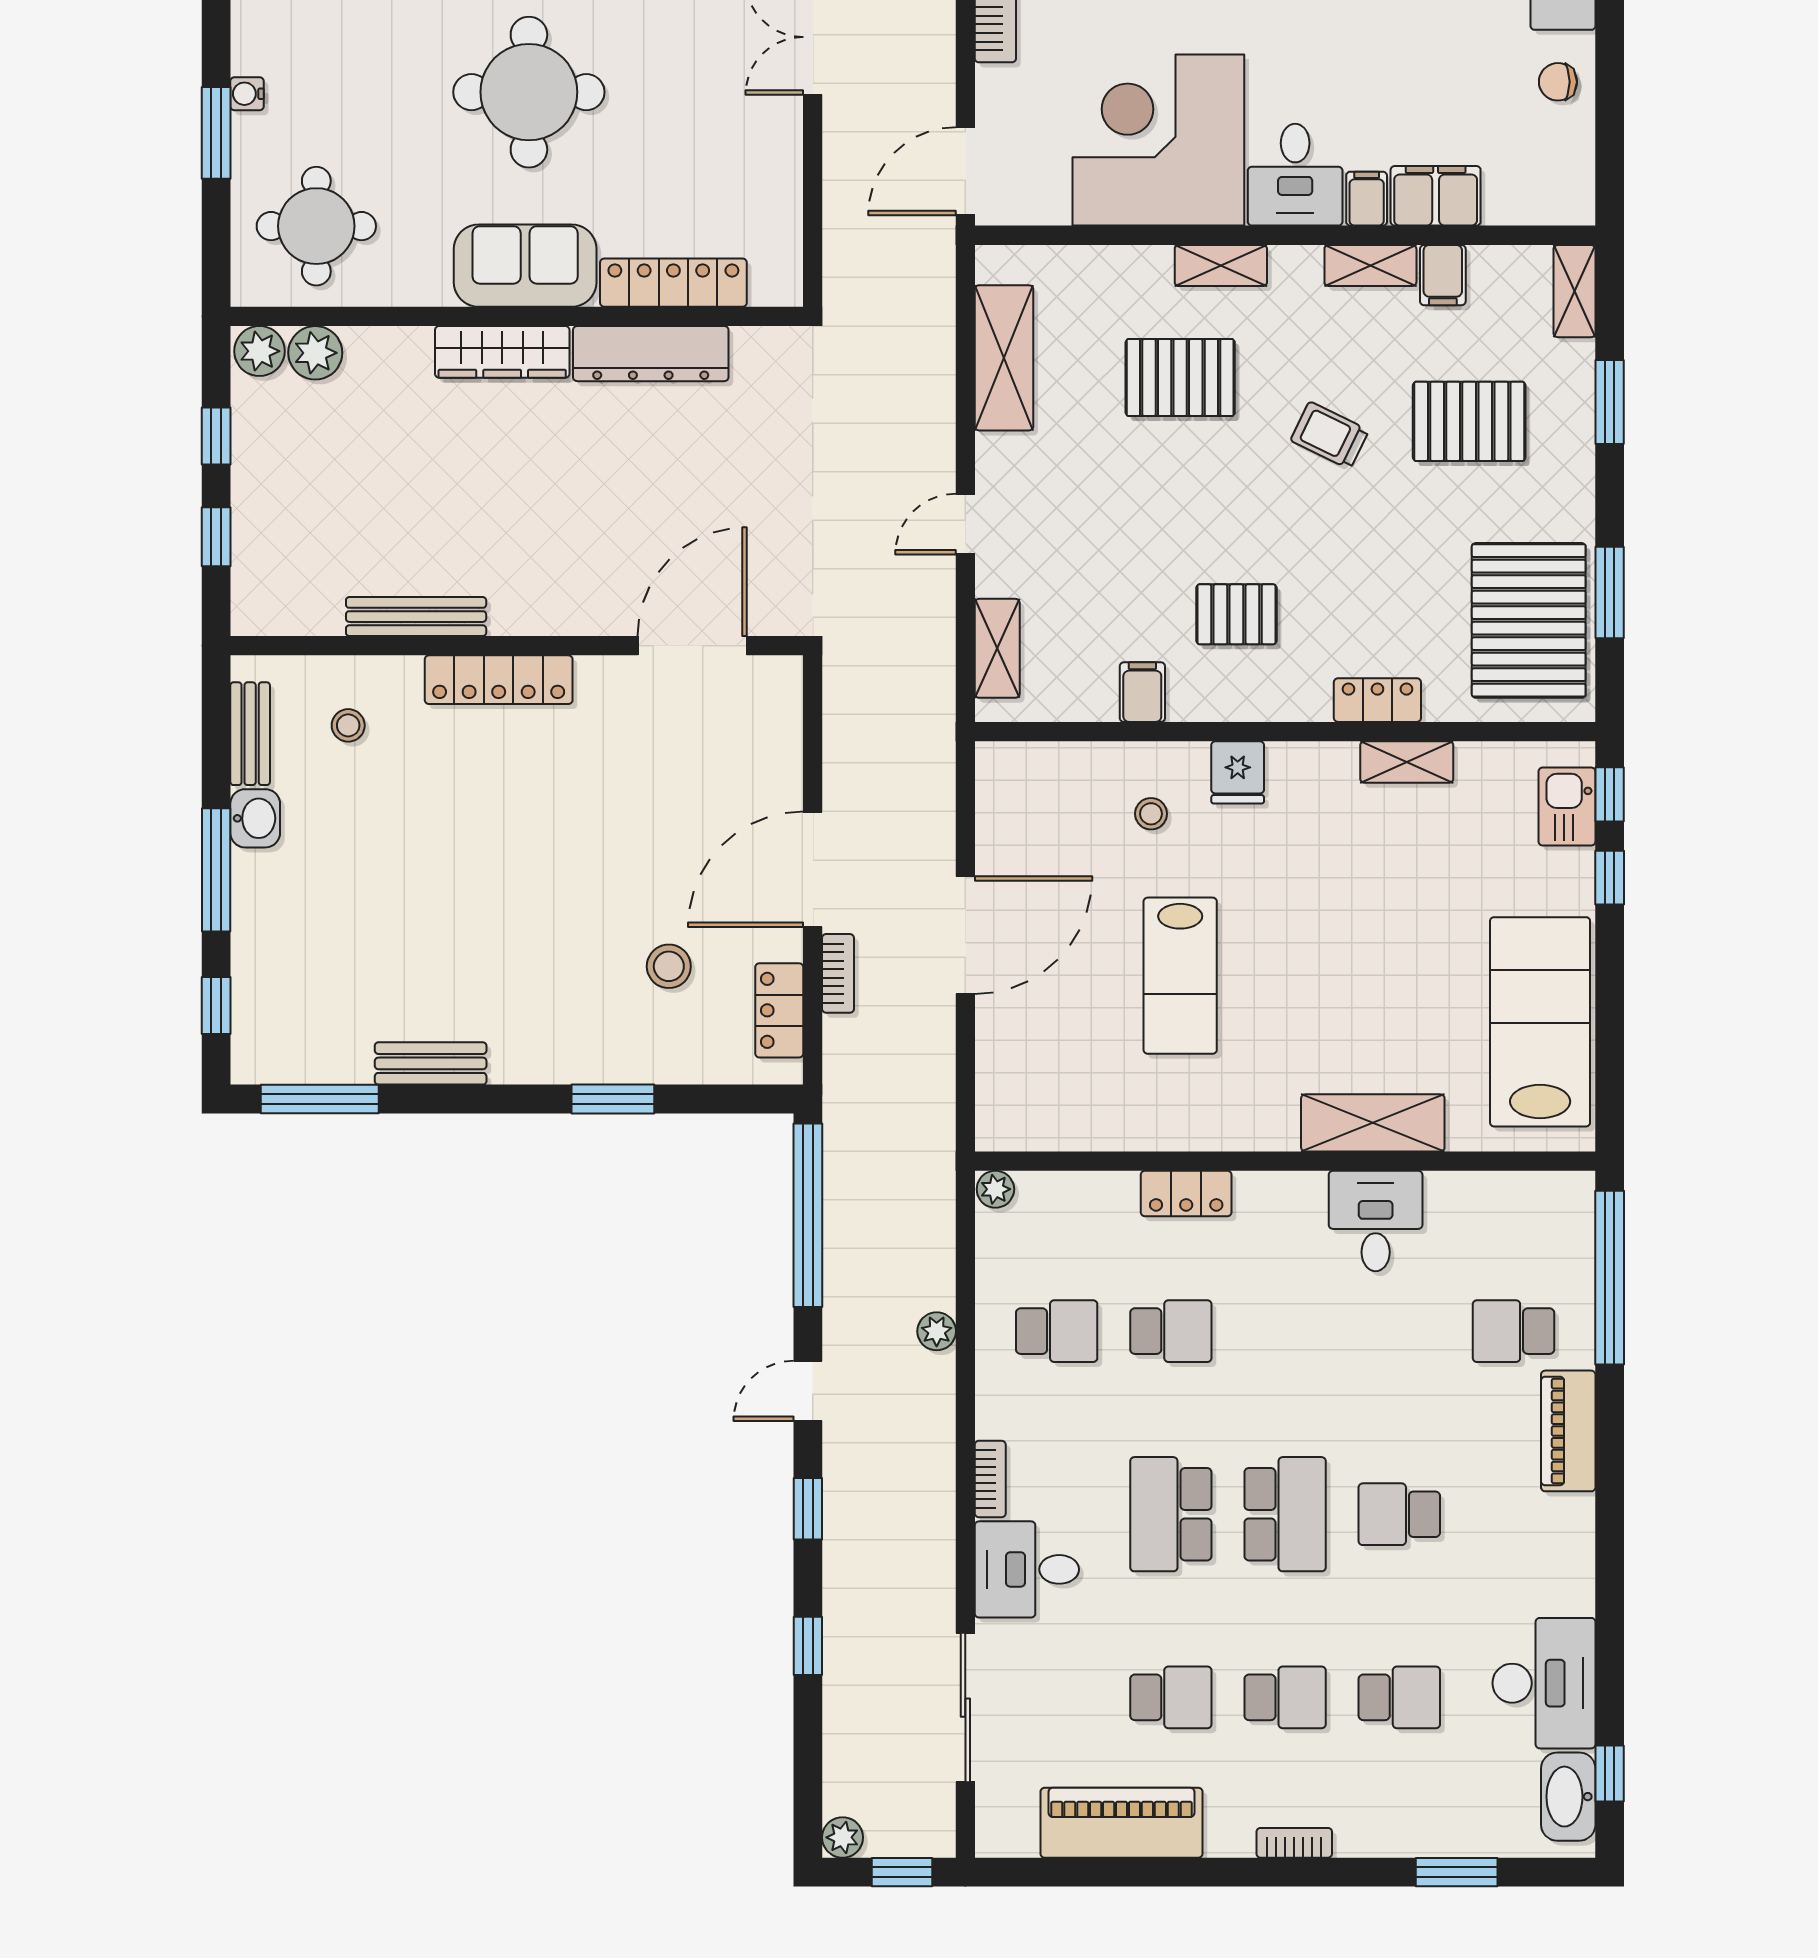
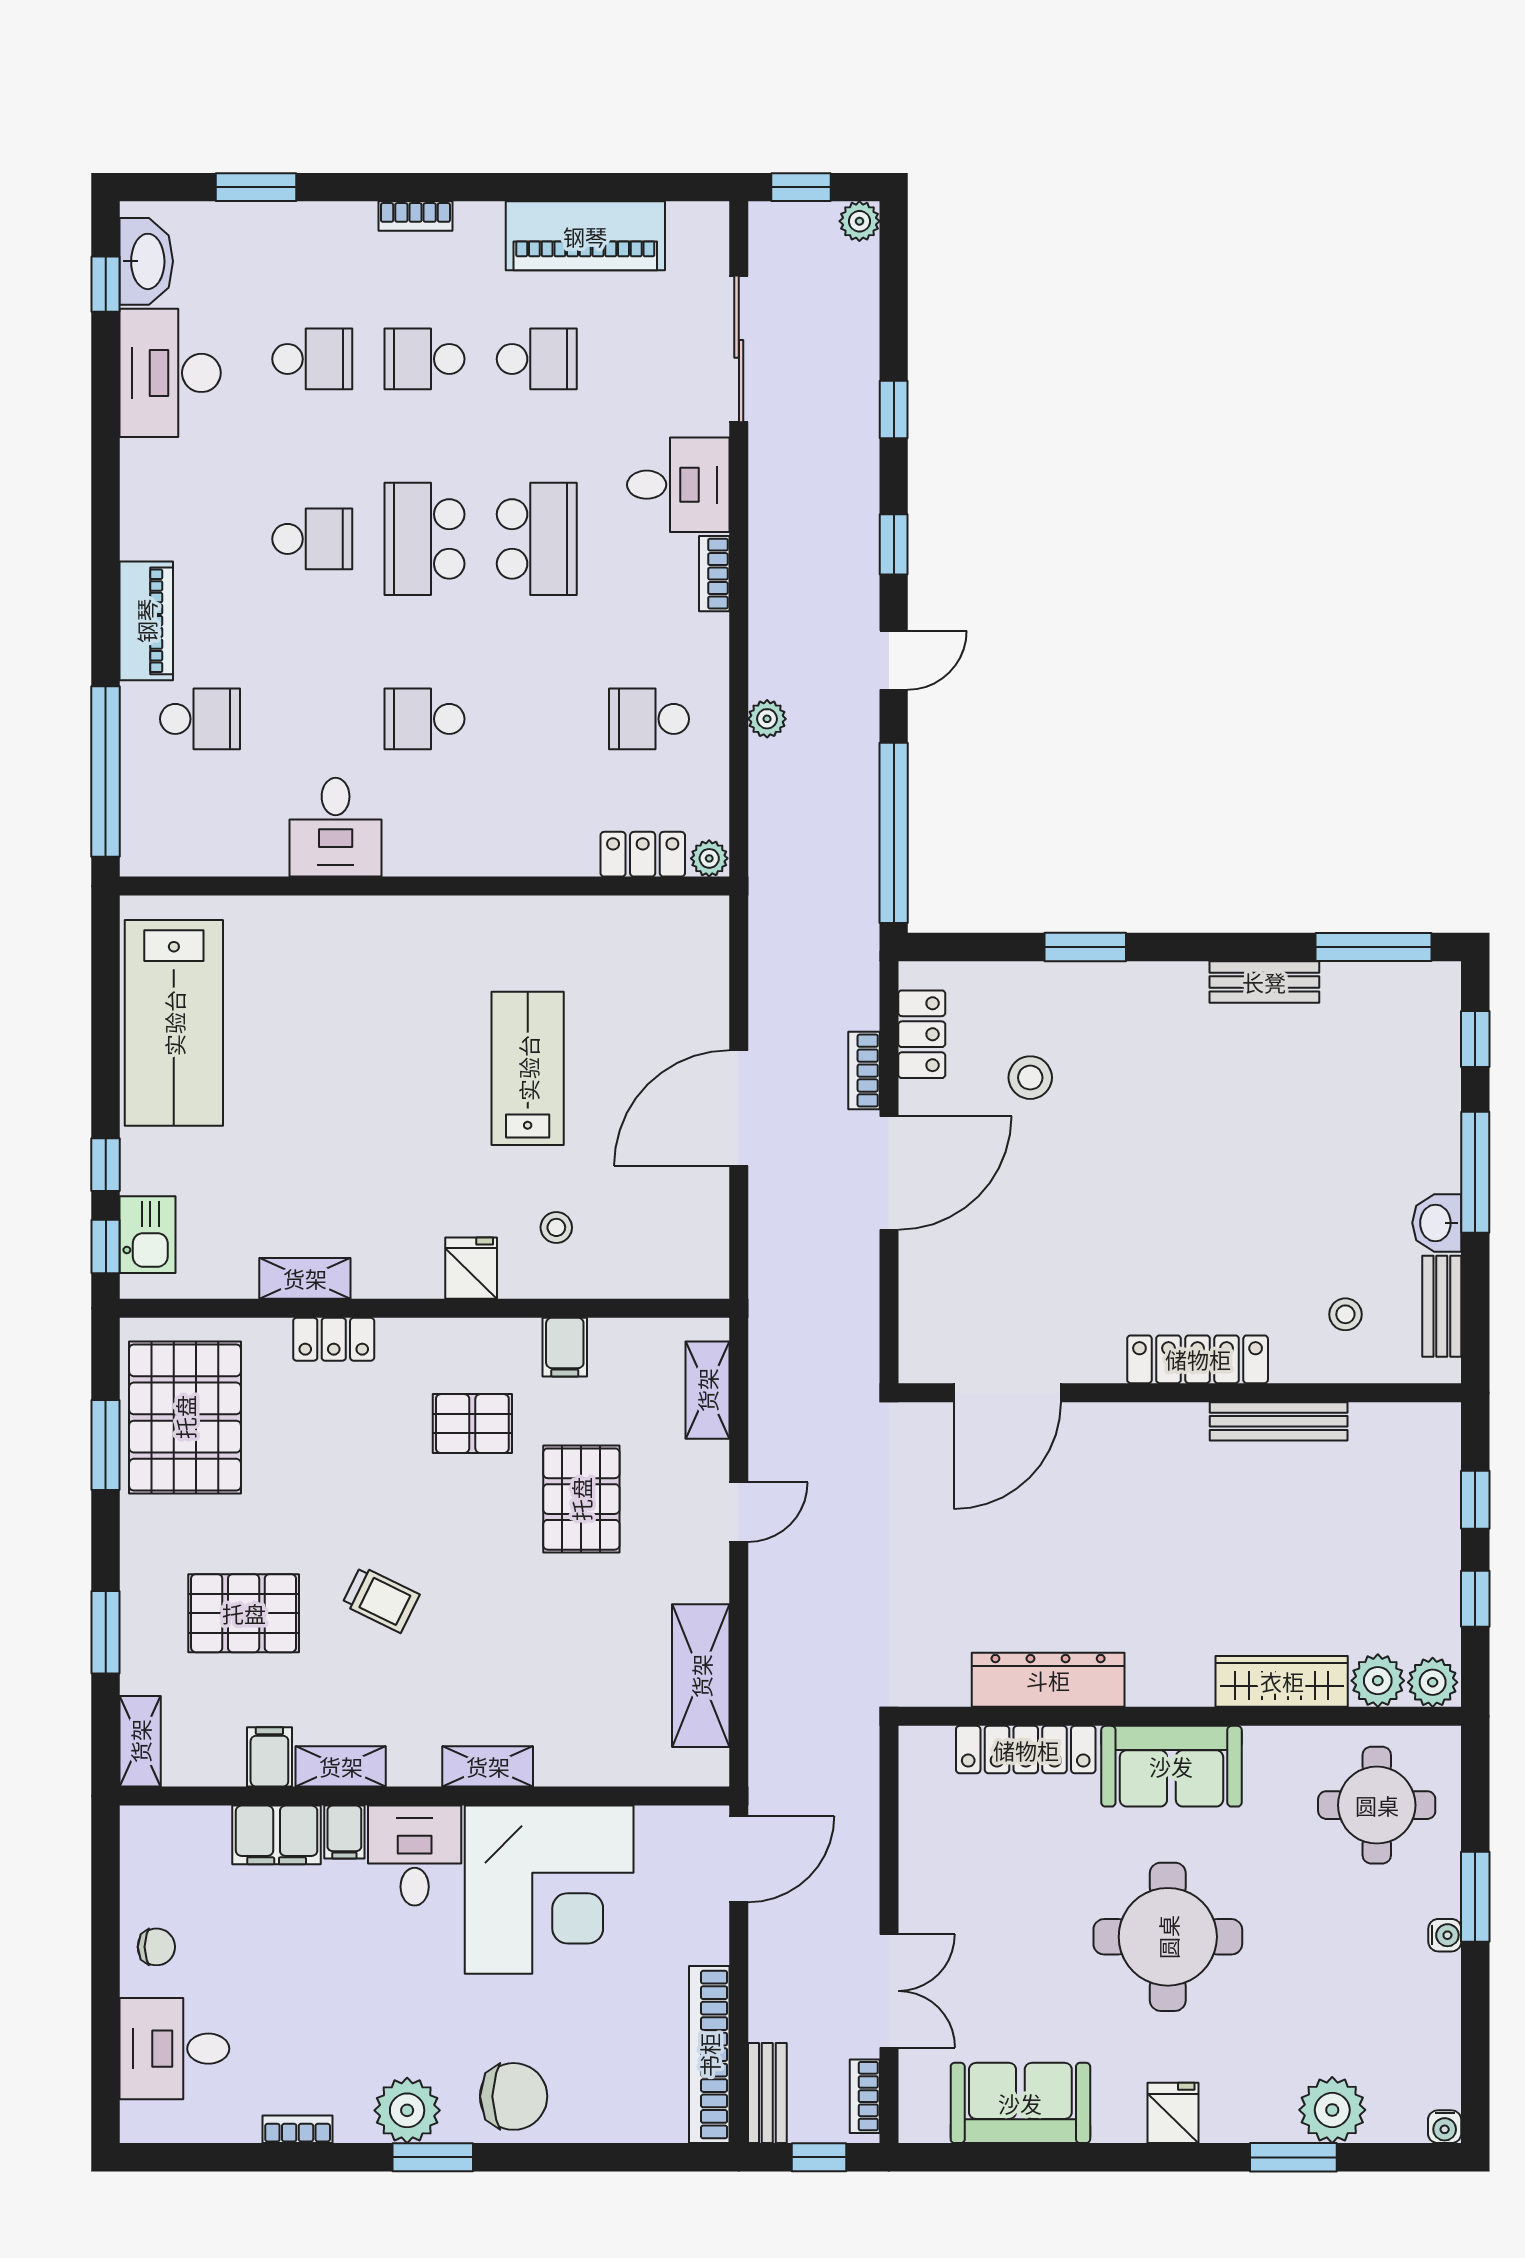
wardrobe: (502, 352) -> (1282, 1681), moved
pallet: (1180, 378) -> (581, 1499), moved, turned 90
shelving: (1373, 1123) -> (338, 924), removed
locker: (1186, 1193) -> (643, 854), moved
school desk: (1171, 1331) -> (424, 719), moved
school desk: (1171, 1697) -> (537, 359), turned 180
school desk: (1399, 1697) -> (312, 359), turned 180

